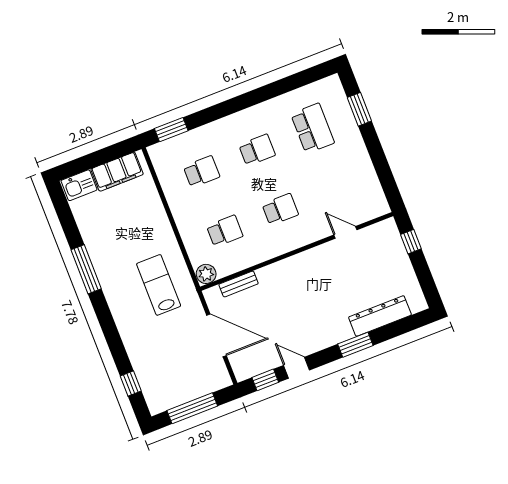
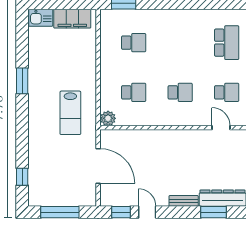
school desk: (257, 150) -> (227, 92), moved
window: (86, 269) -> (22, 81), width x0.69
bench: (239, 284) -> (184, 201), moved
lab bench: (159, 285) -> (70, 113), turned 180
window: (355, 345) -> (214, 212), moved

